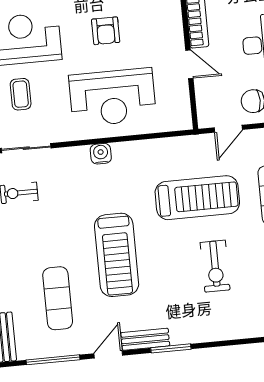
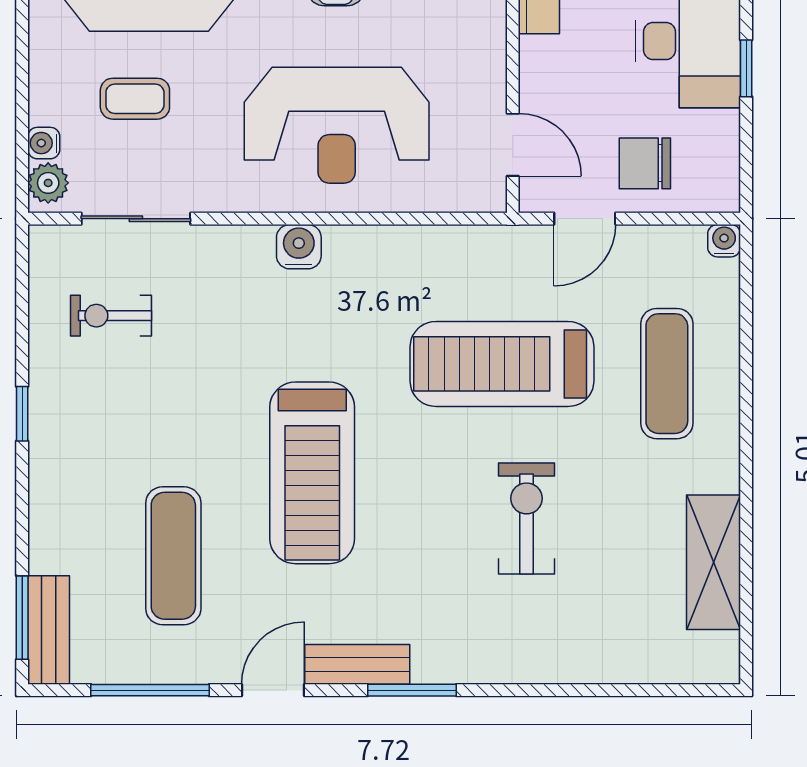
door: (189, 64) -> (513, 145), moved
coffee table: (21, 94) -> (135, 99), turned 90
treadmill: (197, 198) -> (502, 364), turned 180
exercise bike: (215, 266) -> (527, 518), turned 180

